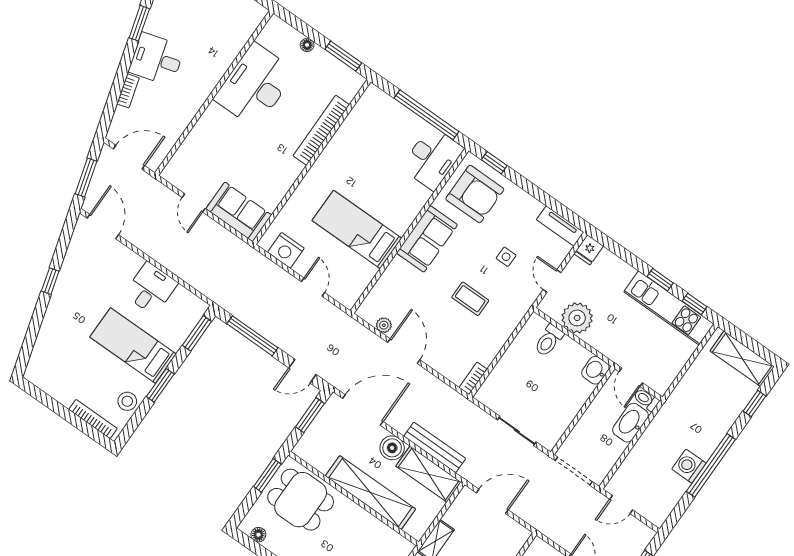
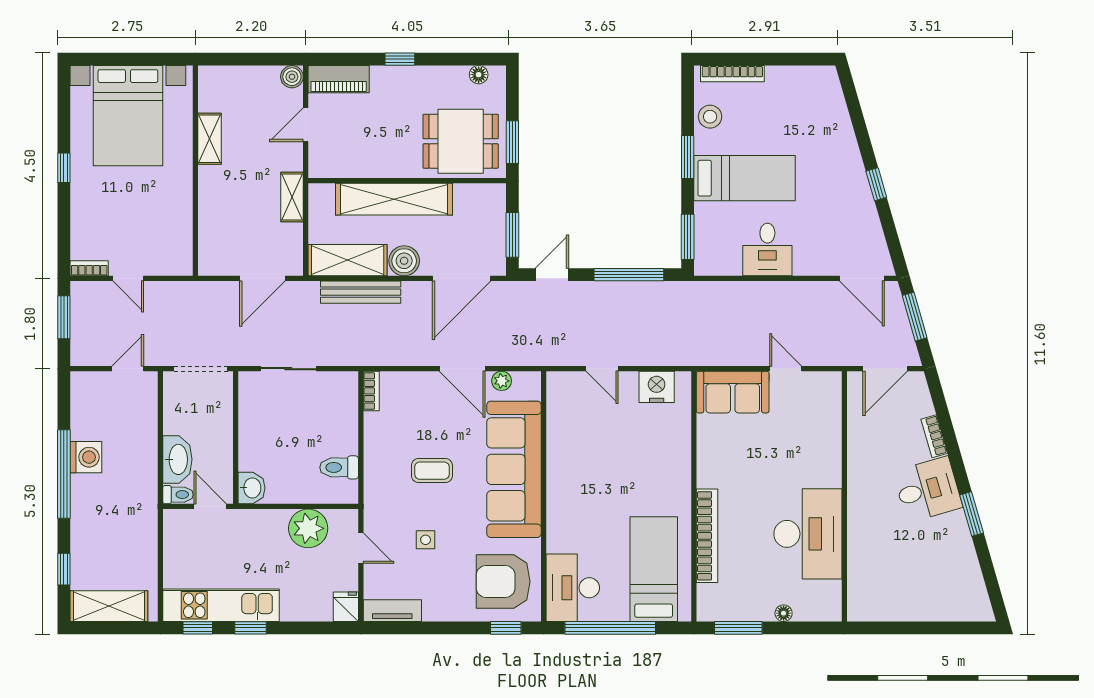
bed: (357, 229) -> (654, 569), moved, turned -90
sofa: (427, 239) -> (514, 469), width x1.85, depth x1.27
toilet: (549, 340) -> (339, 467), moved, turned -90

